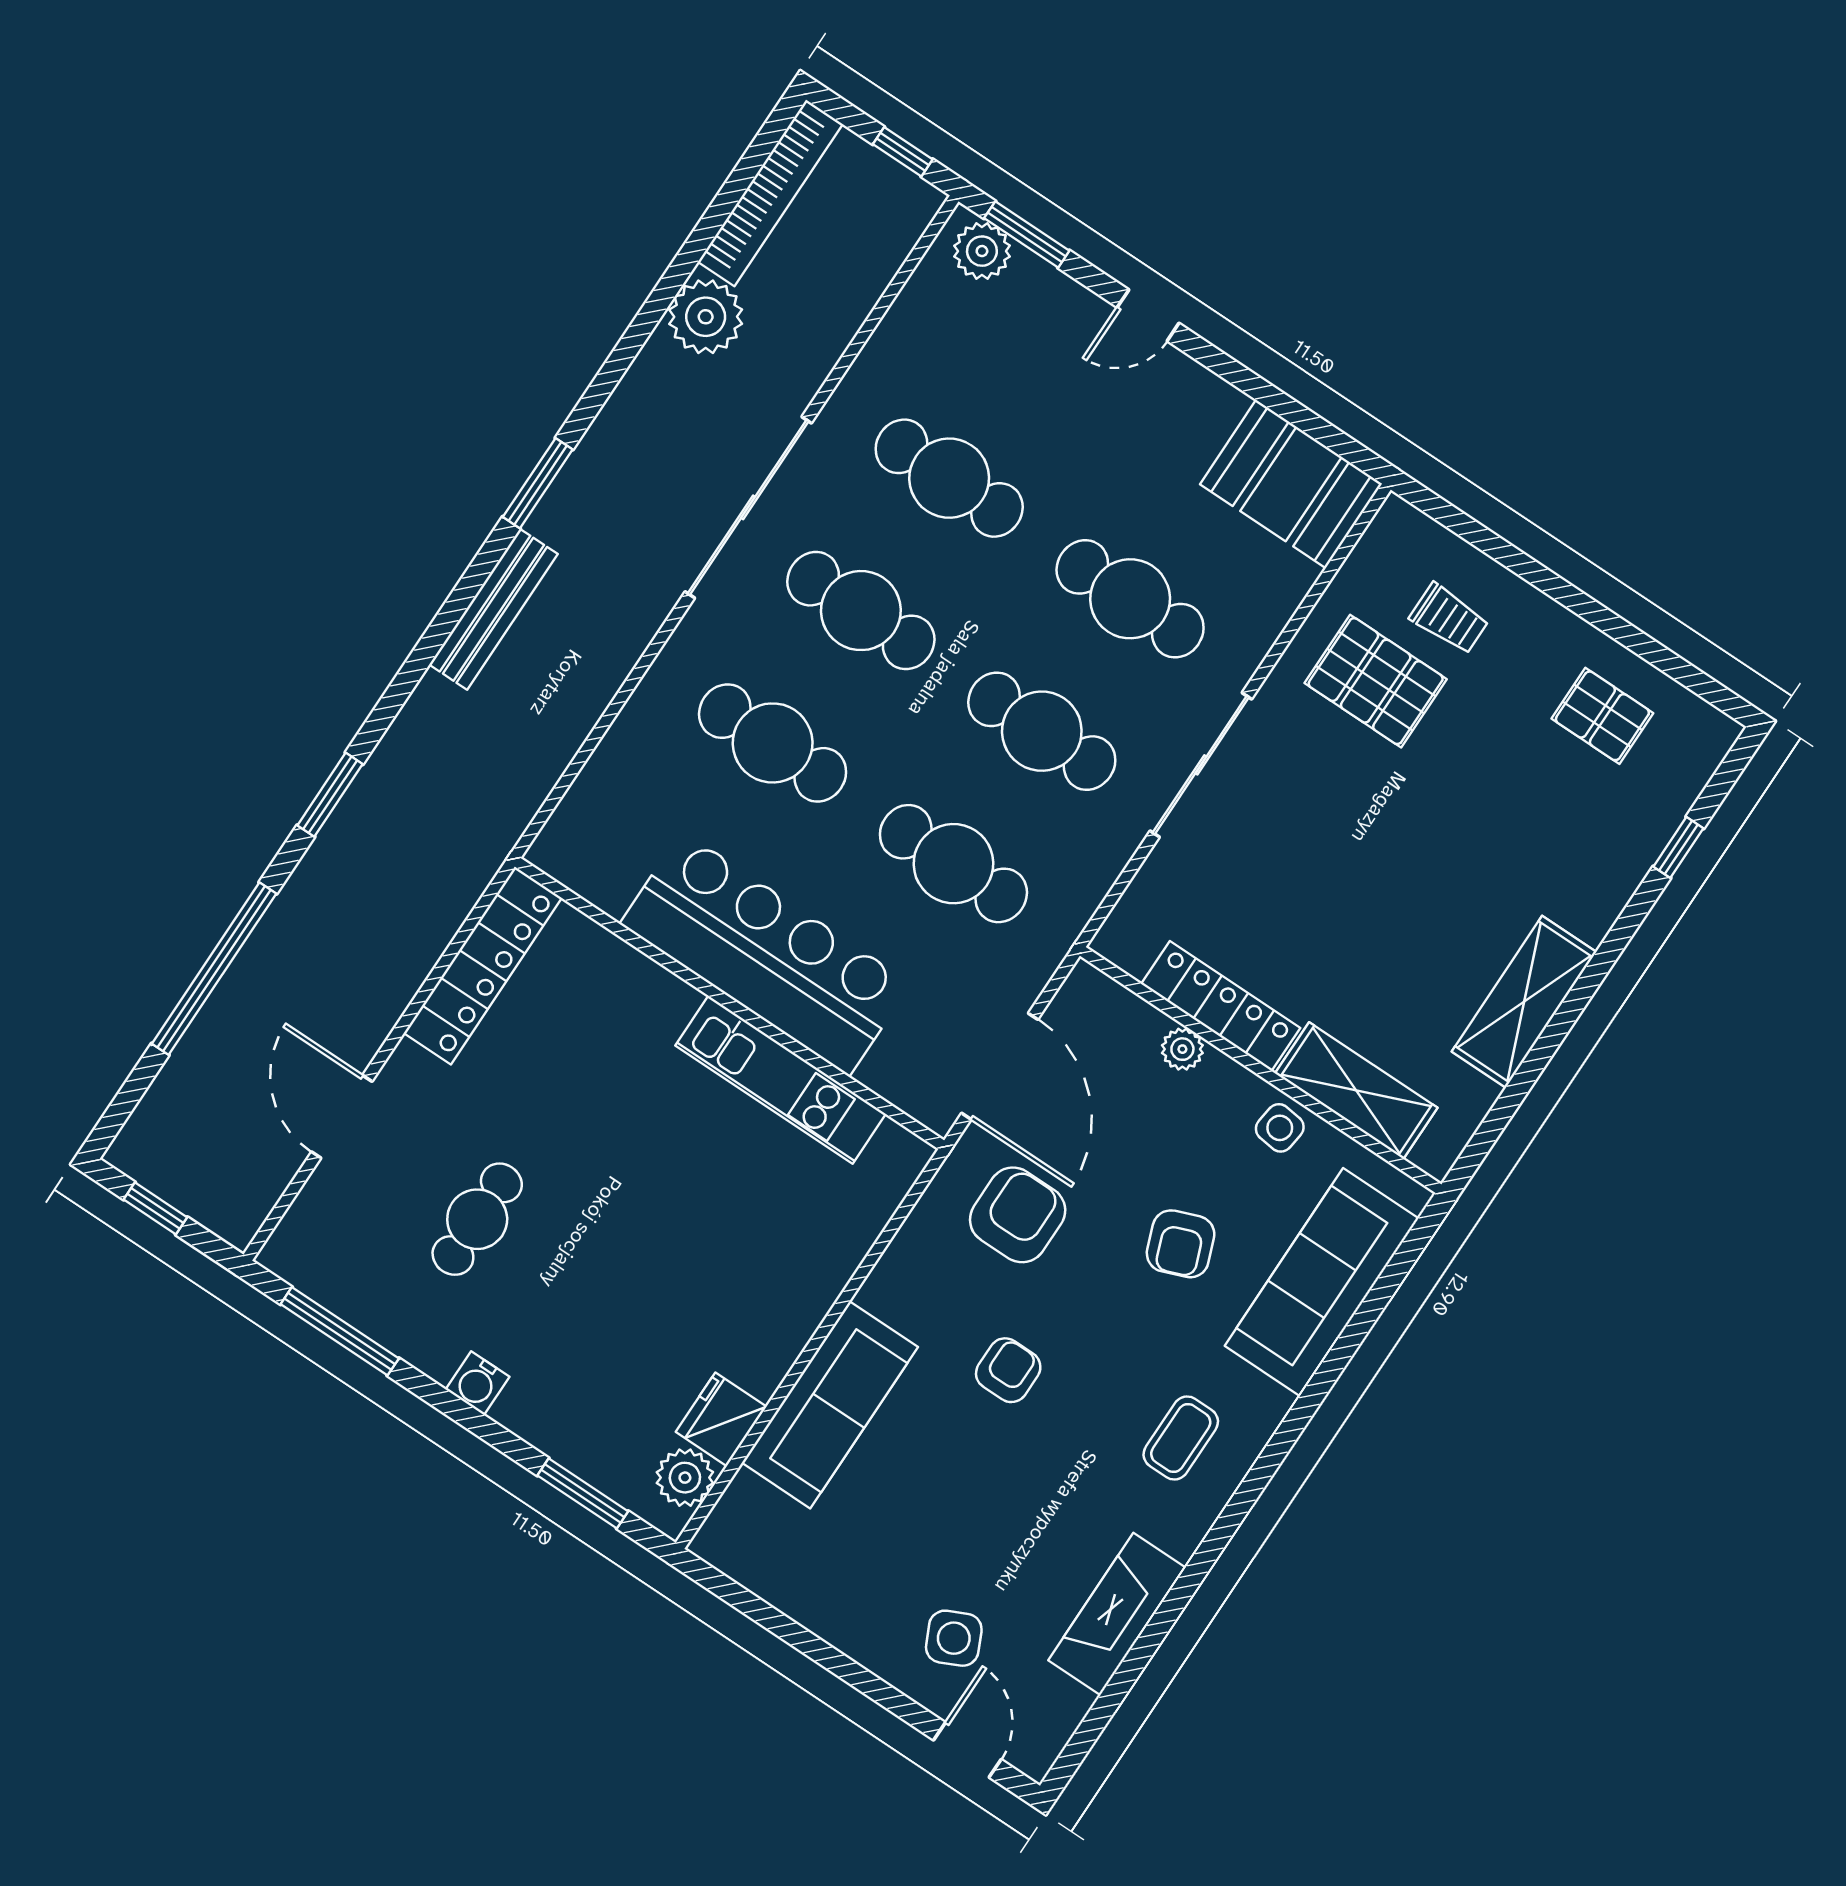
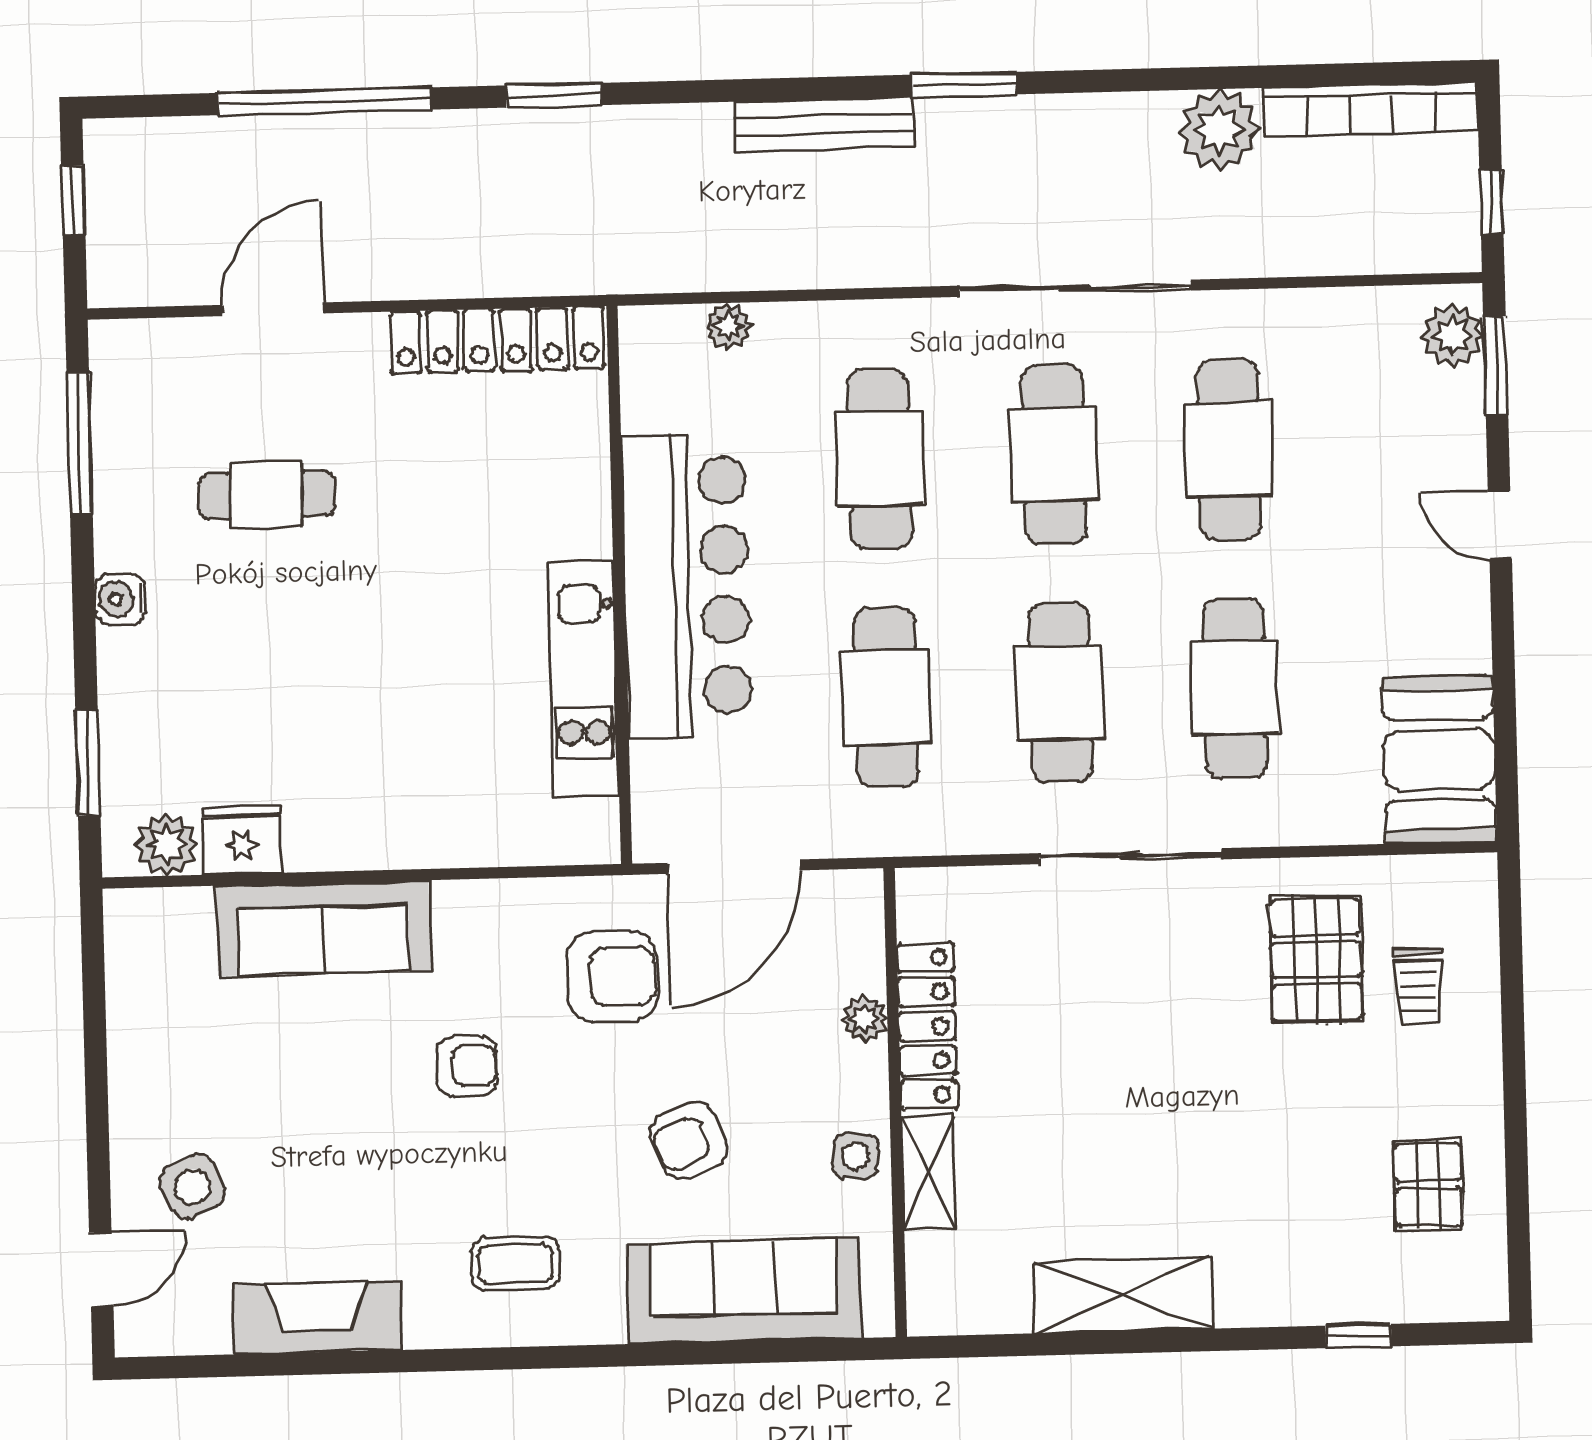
plant: (594, 786) -> (728, 326), added
shelving: (1356, 1090) -> (928, 1173), width x0.67, depth x0.75

